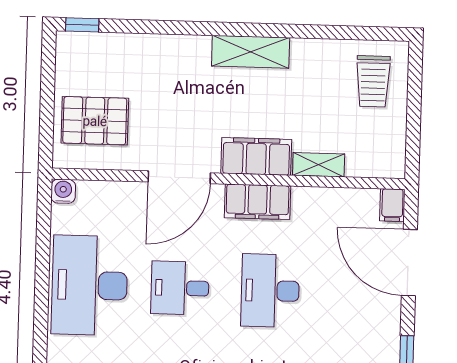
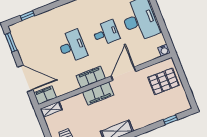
window: (82, 25) -> (170, 120), moved
shelving: (319, 165) -> (51, 109), moved
filing cabinet: (392, 205) -> (45, 95), width x2.00

